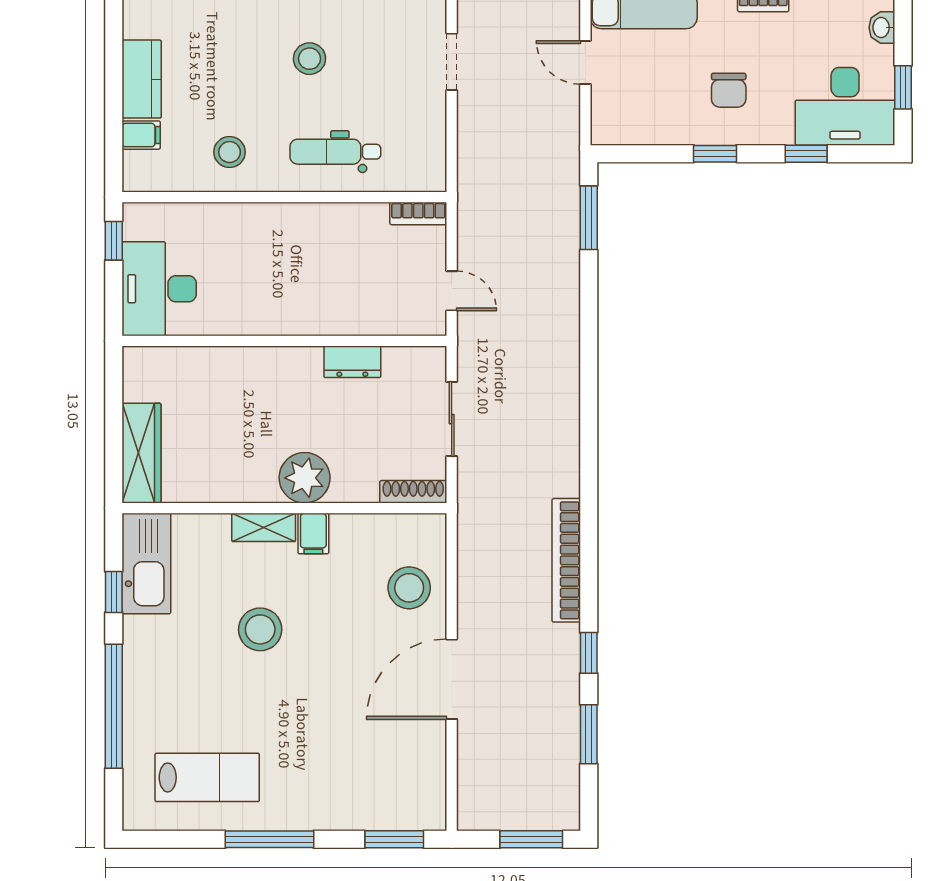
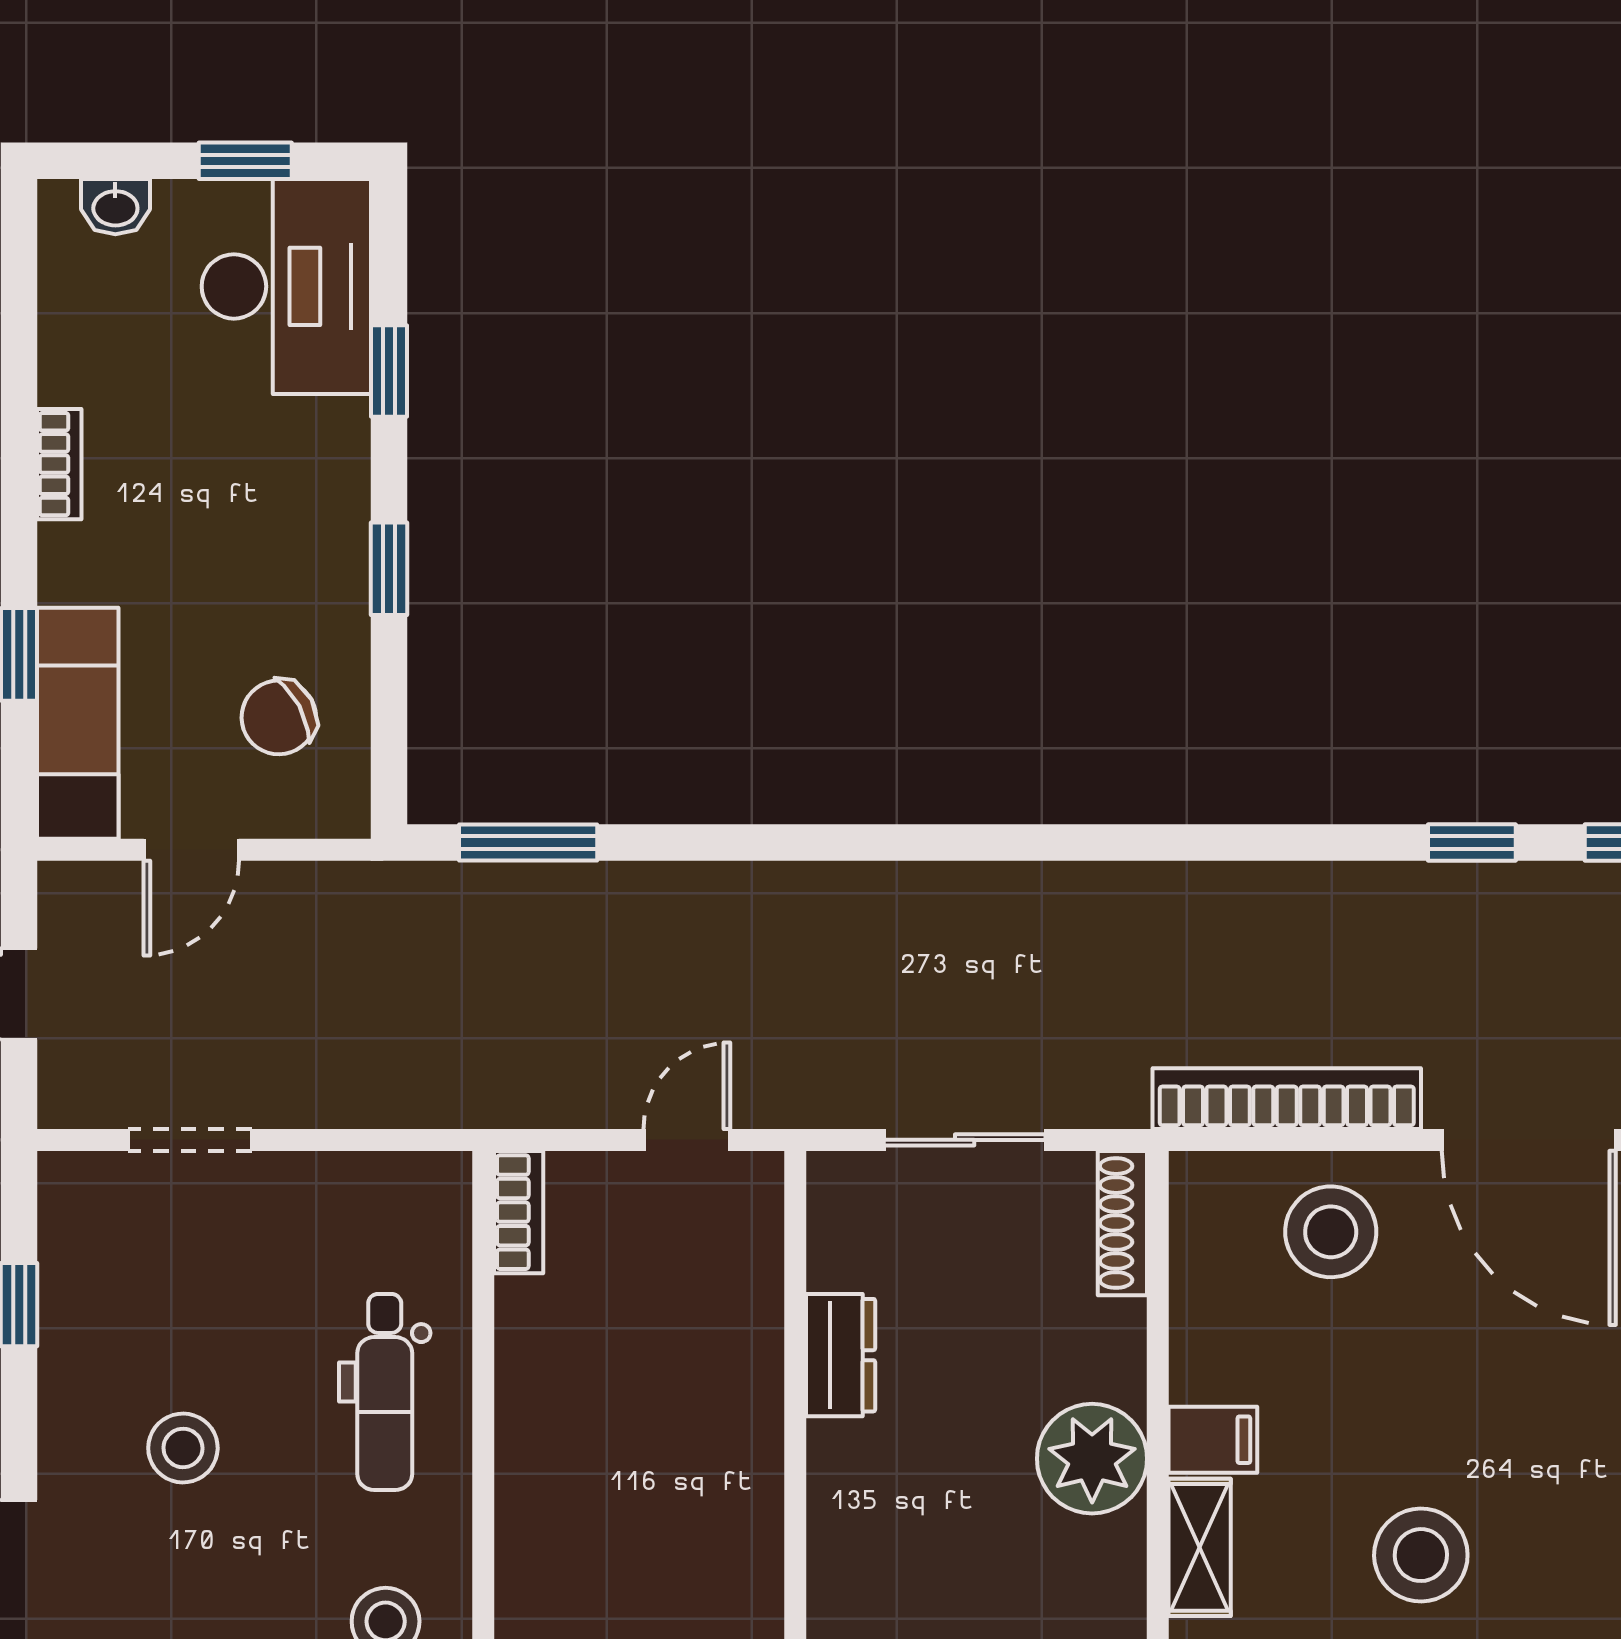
chair: (729, 90) -> (279, 717), moved, turned 152
bookcase: (566, 560) -> (1287, 1099), moved, turned 180

